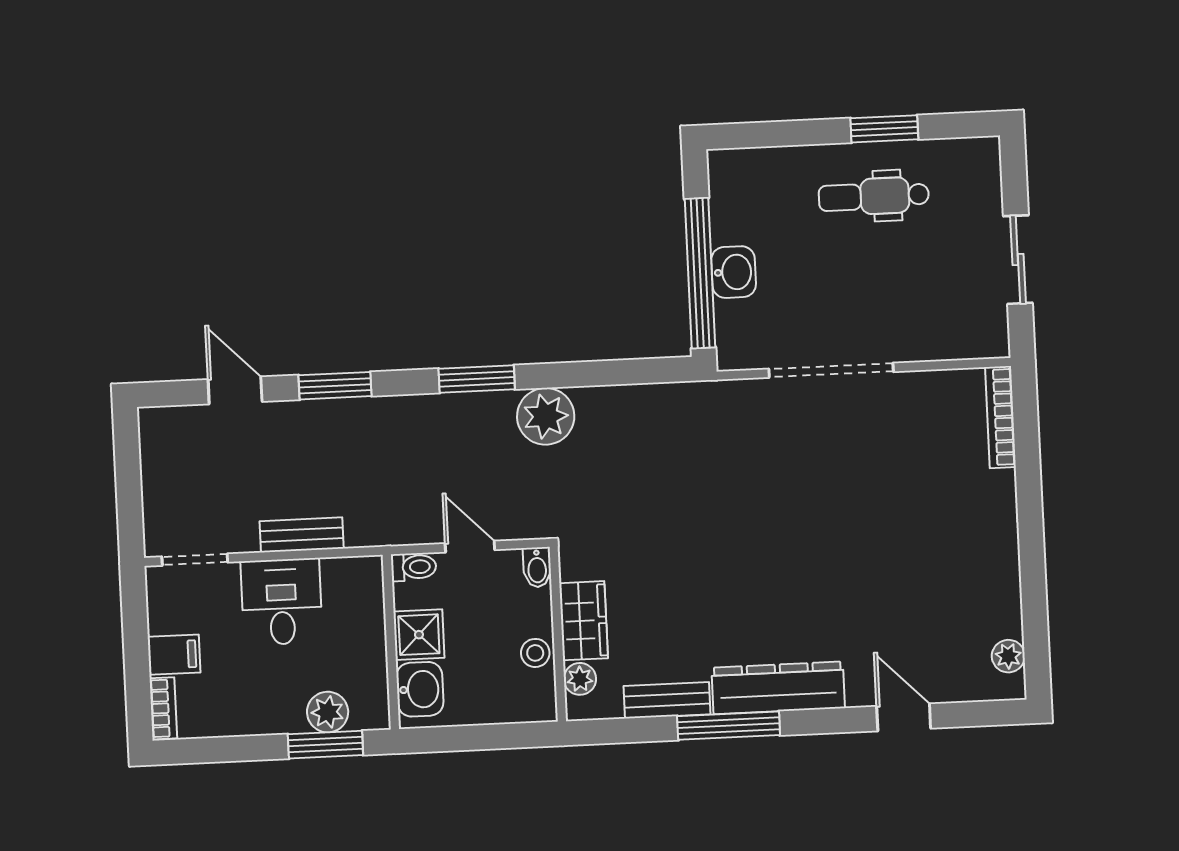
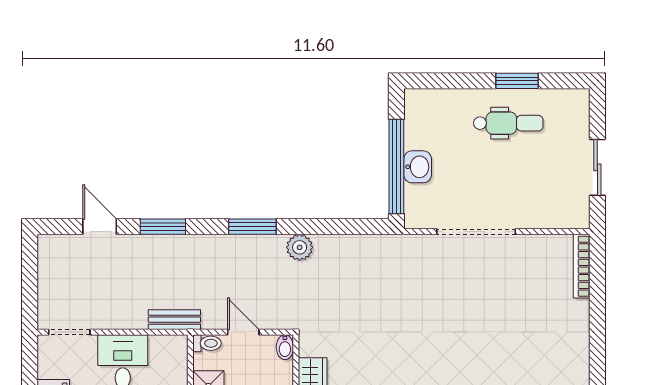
dental chair: (874, 196) -> (508, 123), turned 180
plant: (546, 416) -> (300, 247), width x0.73, depth x0.73
bench: (302, 535) -> (174, 320), moved

